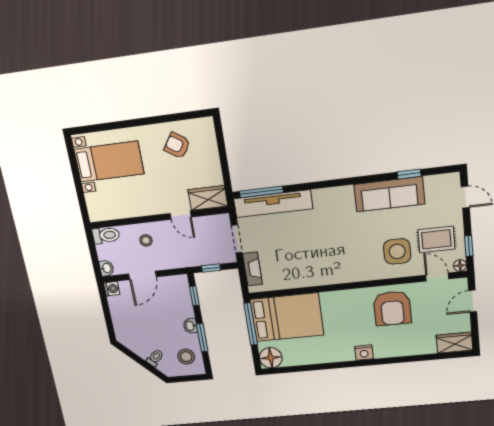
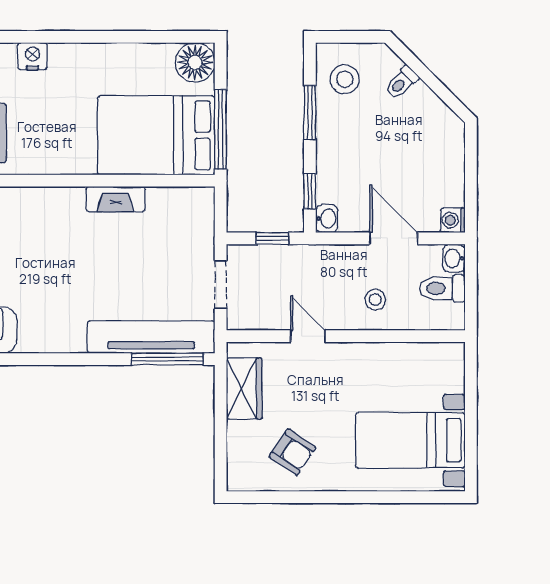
wardrobe: (208, 198) -> (244, 388), moved, turned -90
toilet: (106, 235) -> (442, 288), moved
fireplace: (252, 269) -> (116, 199), moved, turned -90
door: (142, 275) -> (394, 238), hinge flipped
washbasin: (190, 326) -> (327, 219), moved

